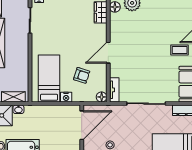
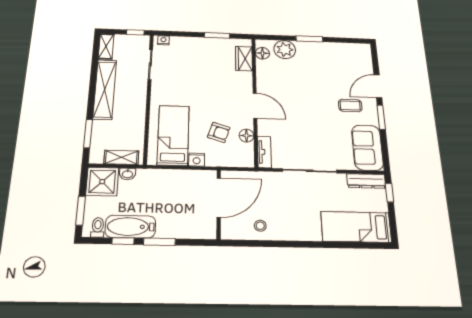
door: (108, 53) -> (255, 106), swing flipped
floor lamp: (102, 97) -> (246, 136), moved

